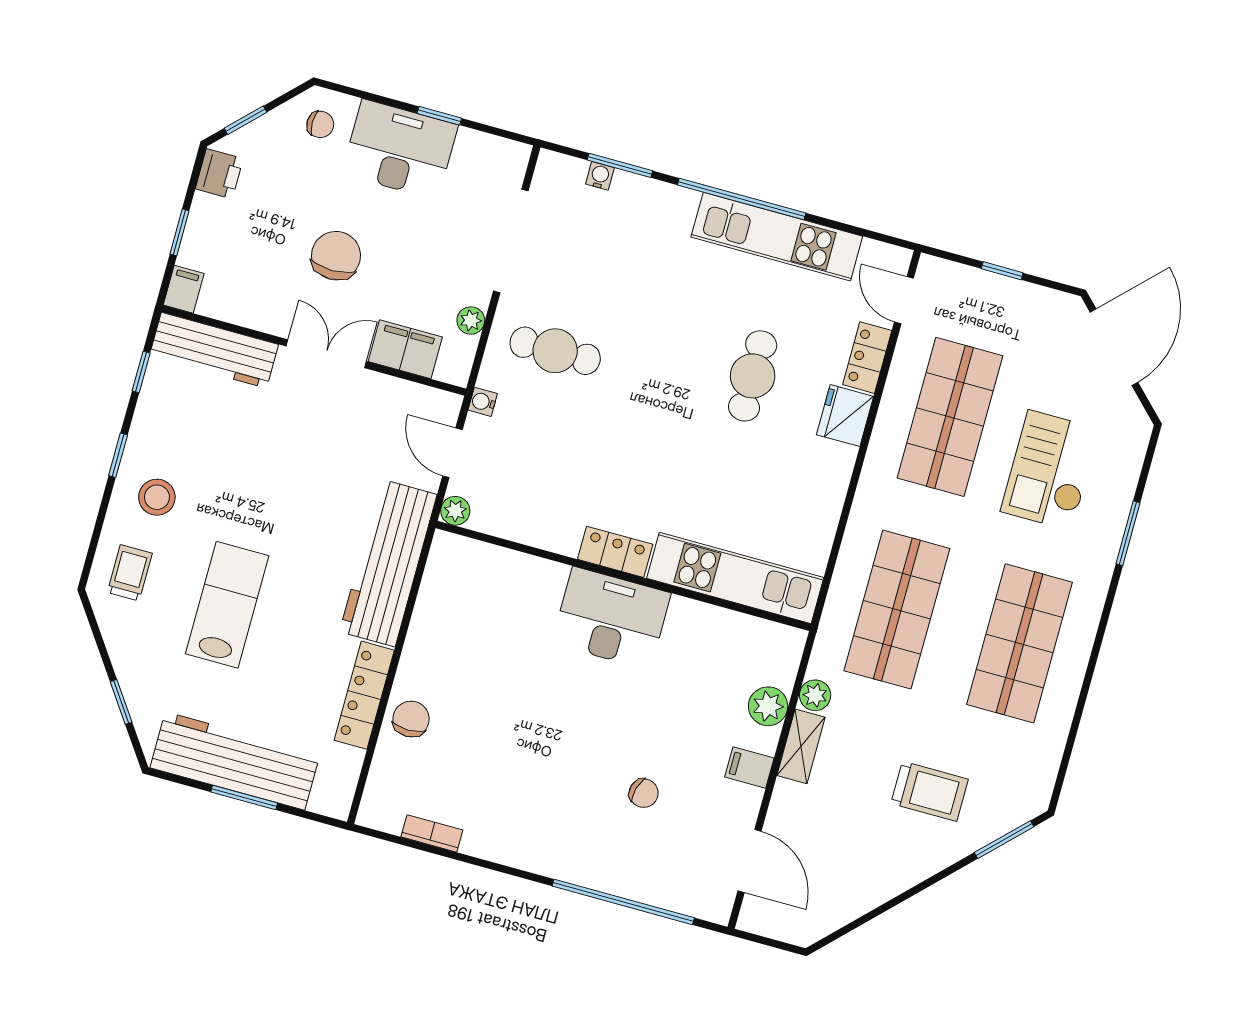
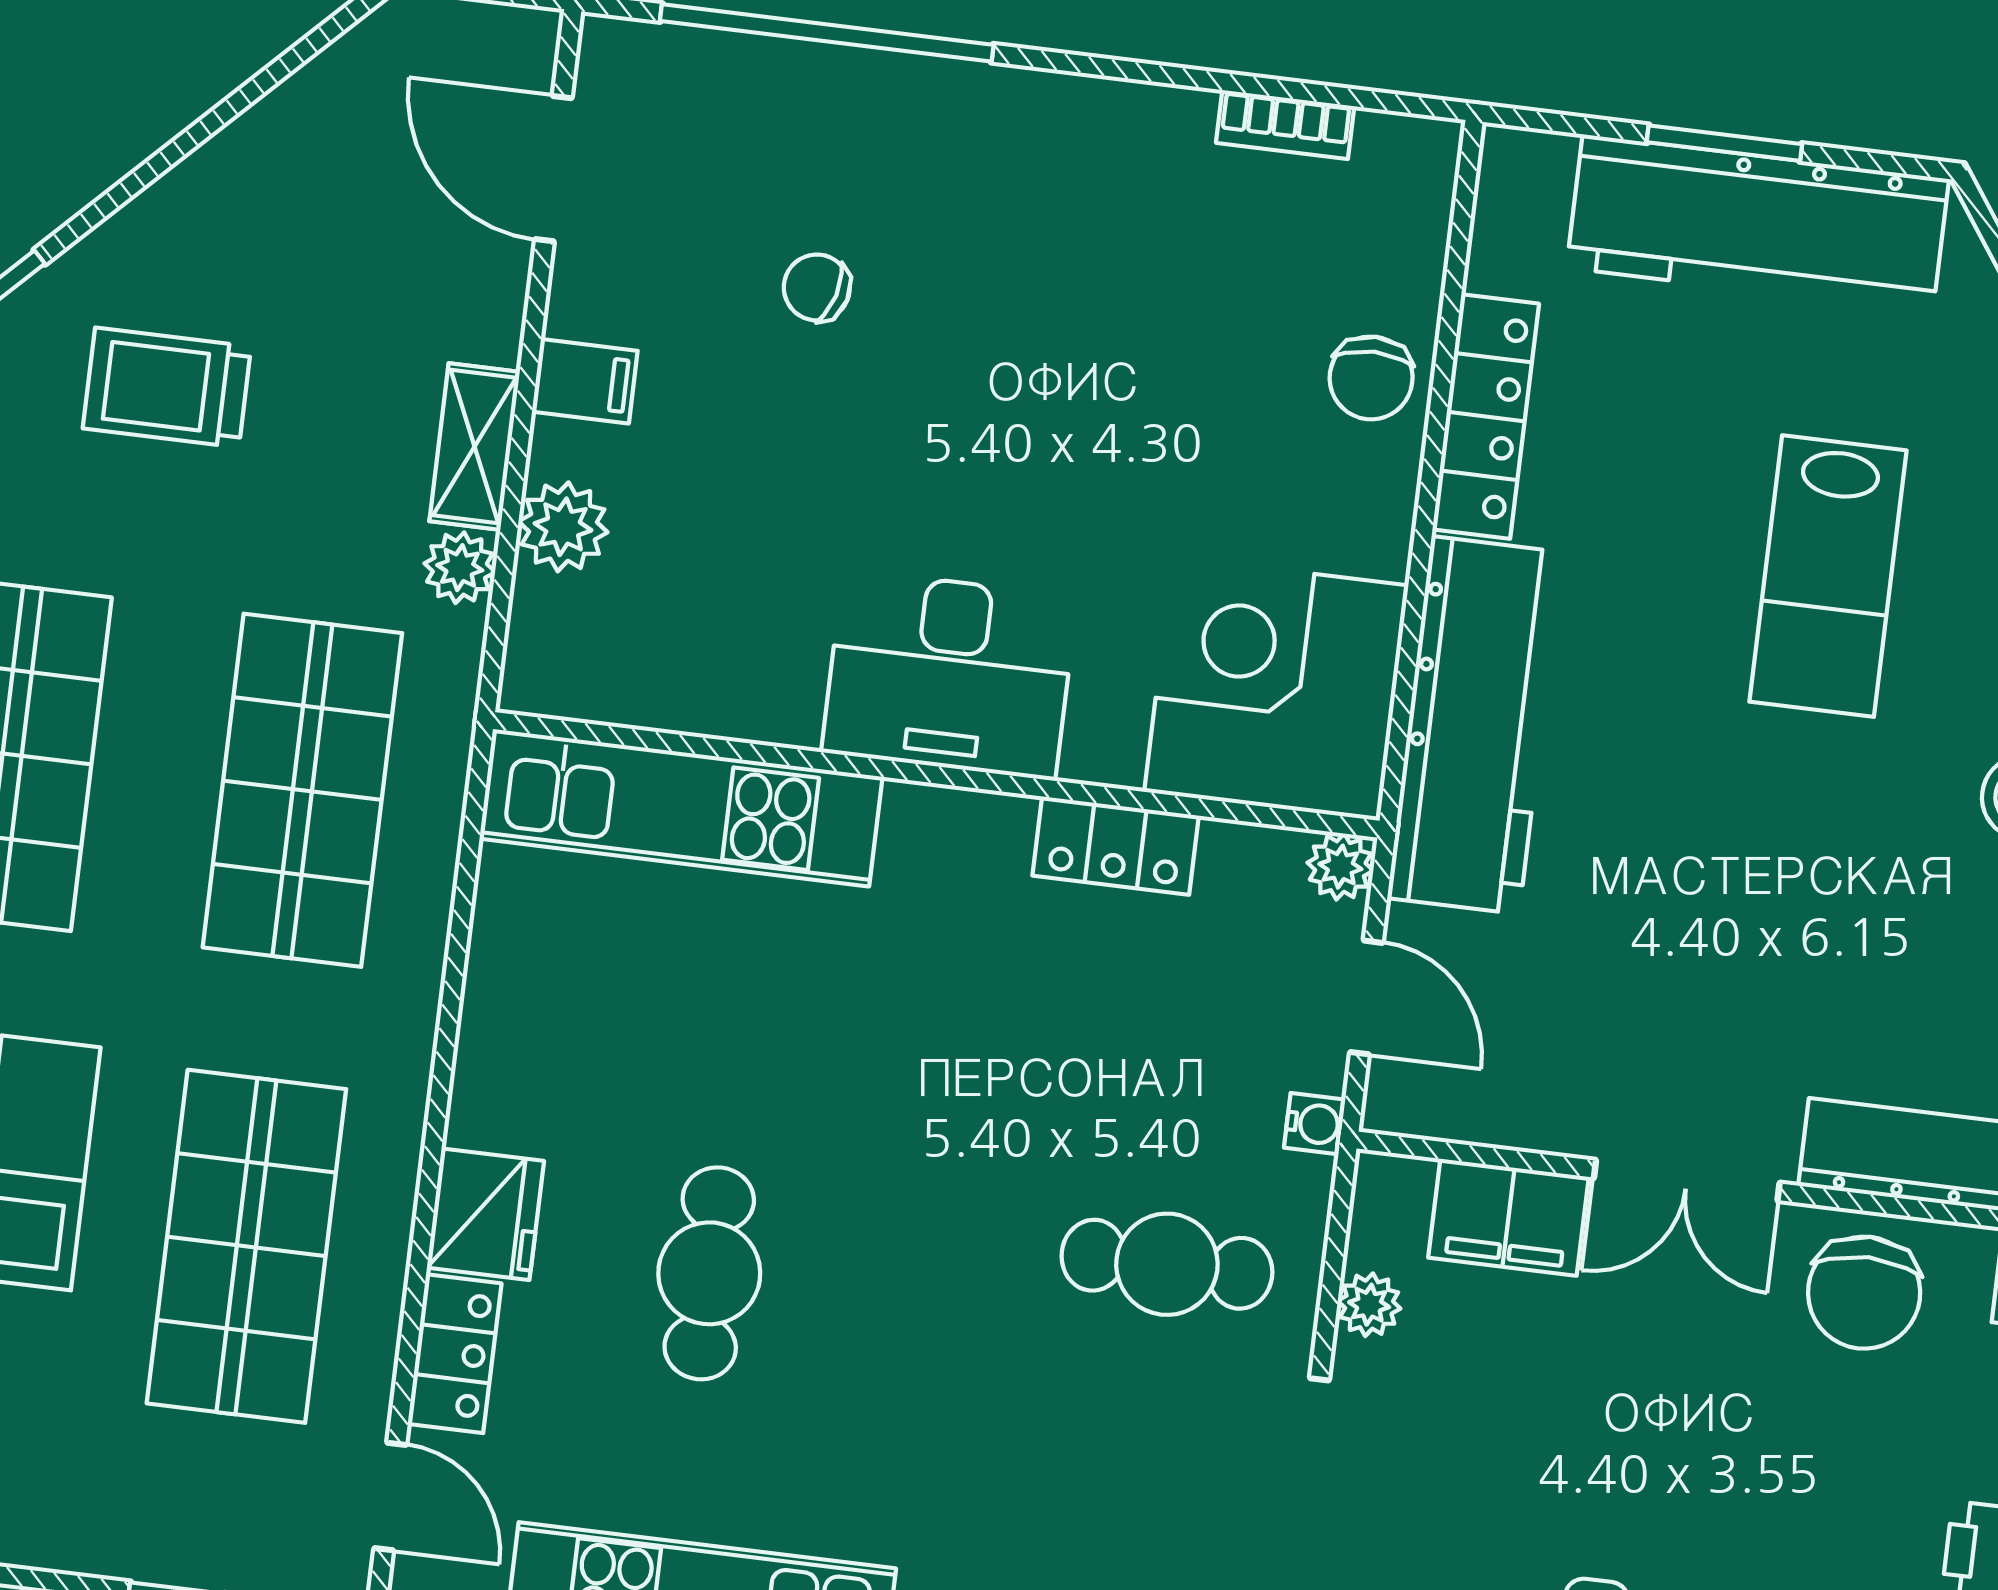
chair: (336, 256) -> (1864, 1293), moved
locker: (615, 552) -> (1116, 846), moved
corner desk: (472, 591) -> (1276, 689), added

